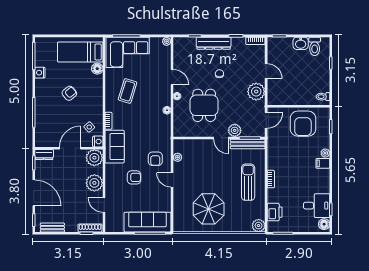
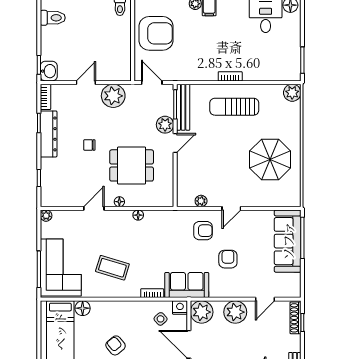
dresser: (214, 43) -> (49, 134), moved
washbasin: (301, 43) -> (49, 71), moved
printer: (275, 212) -> (274, 71), removed

